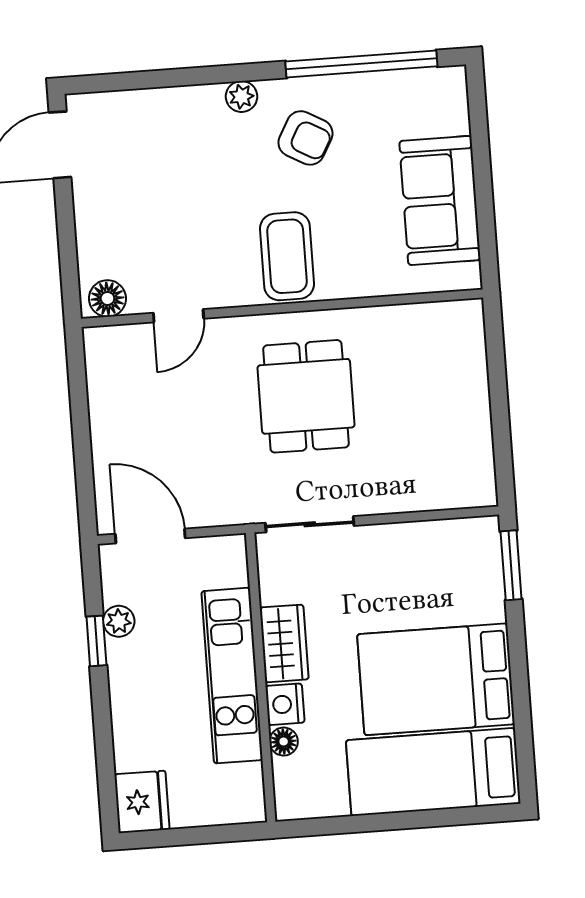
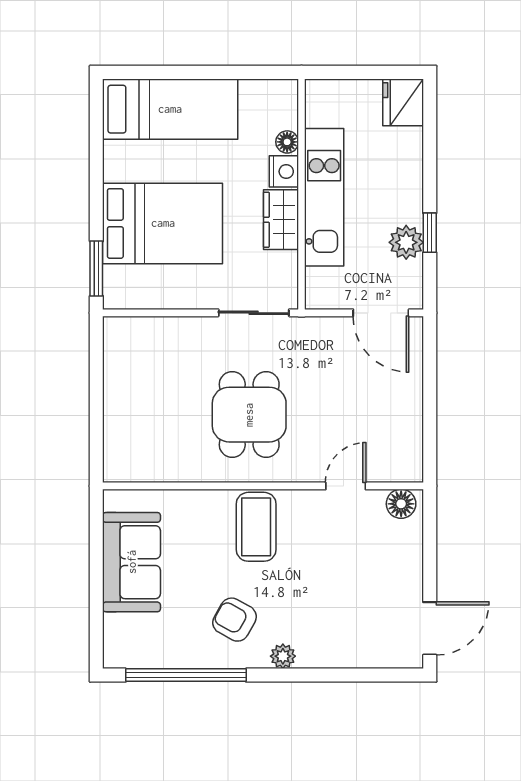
plant: (119, 621) -> (406, 242), width x1.38, depth x1.38
bed: (436, 679) -> (163, 223), moved

